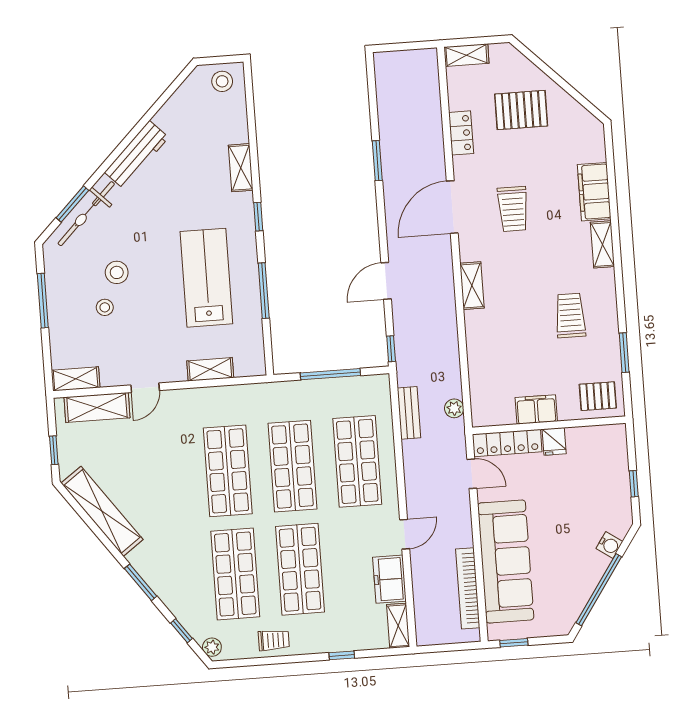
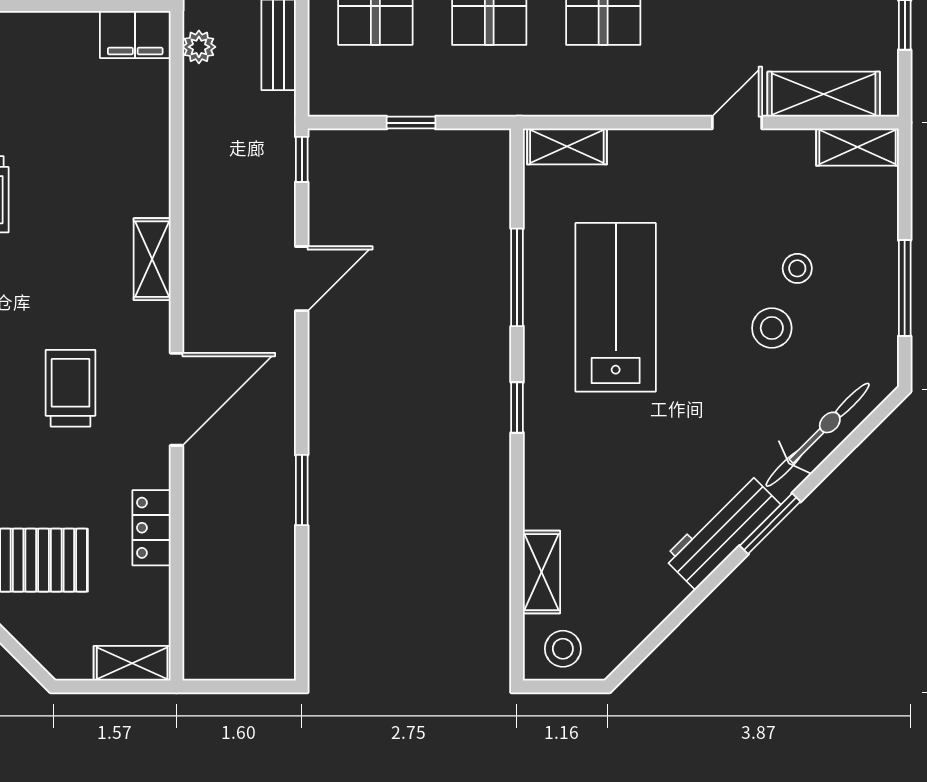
shelving: (241, 168) -> (542, 572), moved
window: (72, 204) -> (770, 524), moved
lab bench: (206, 278) -> (616, 307), turned 180
shelving: (210, 369) -> (567, 146), moved
window: (330, 374) -> (411, 123), width x0.46
filing cabinet: (536, 409) -> (135, 35), moved

